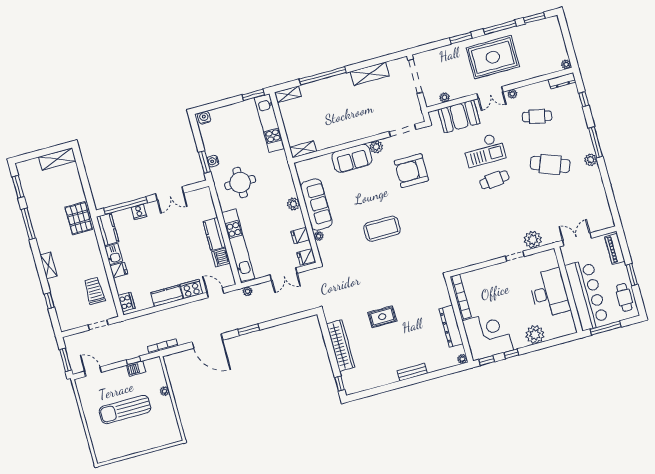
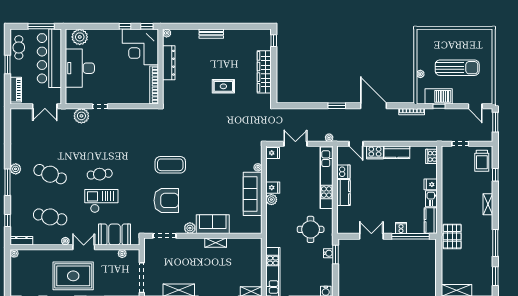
cafe table: (537, 116) -> (50, 217), width x1.37, depth x1.35
shelving: (303, 149) -> (216, 243), moved
coffee table: (382, 229) -> (170, 165), moved
fridge: (300, 235) -> (273, 188), moved
trolley: (94, 291) -> (482, 161), moved
plant: (535, 335) -> (80, 37), moved
barbecue: (136, 369) -> (439, 96), width x1.88, depth x1.53

